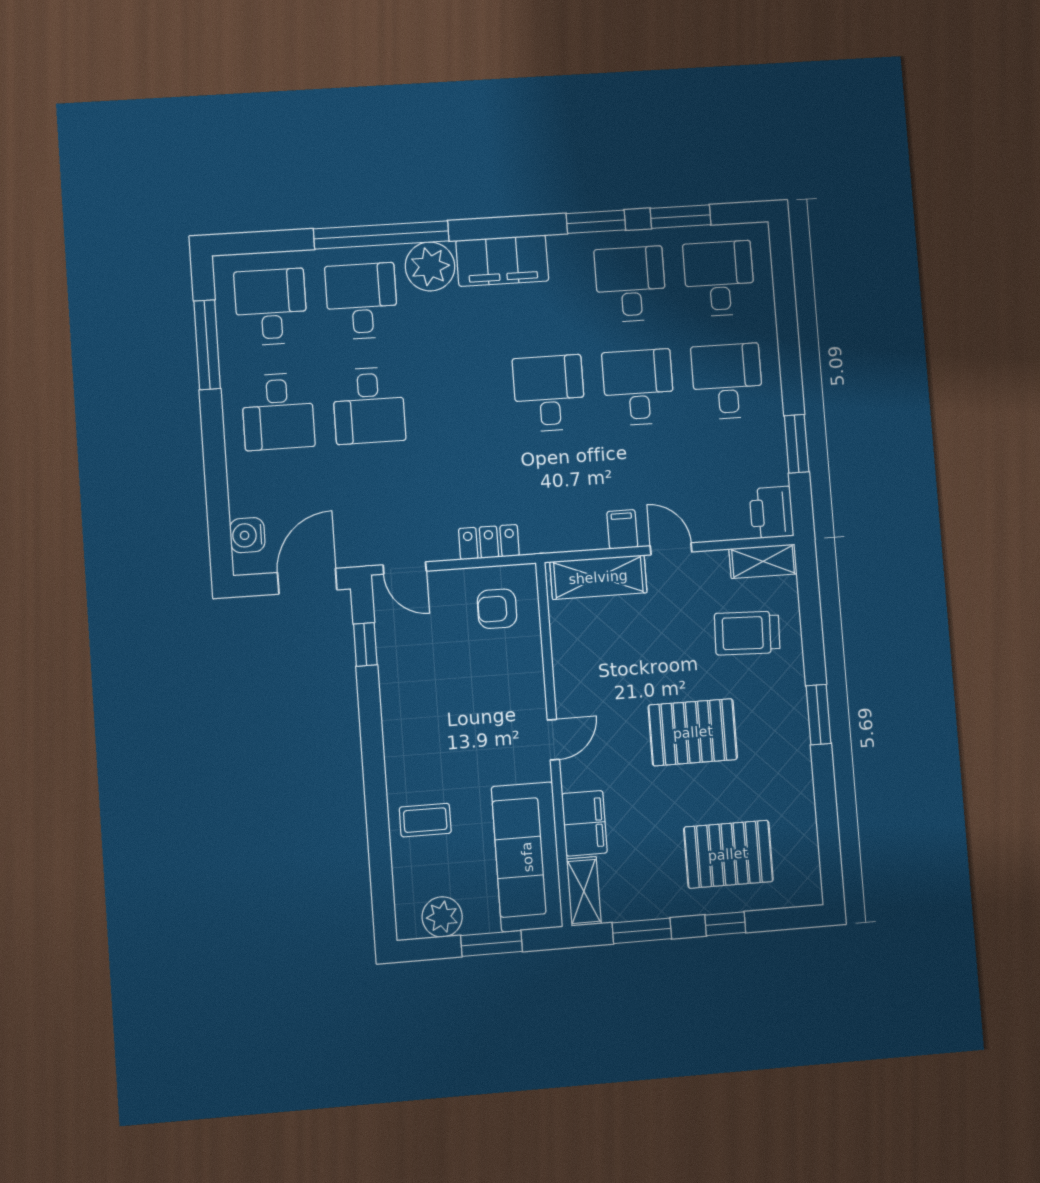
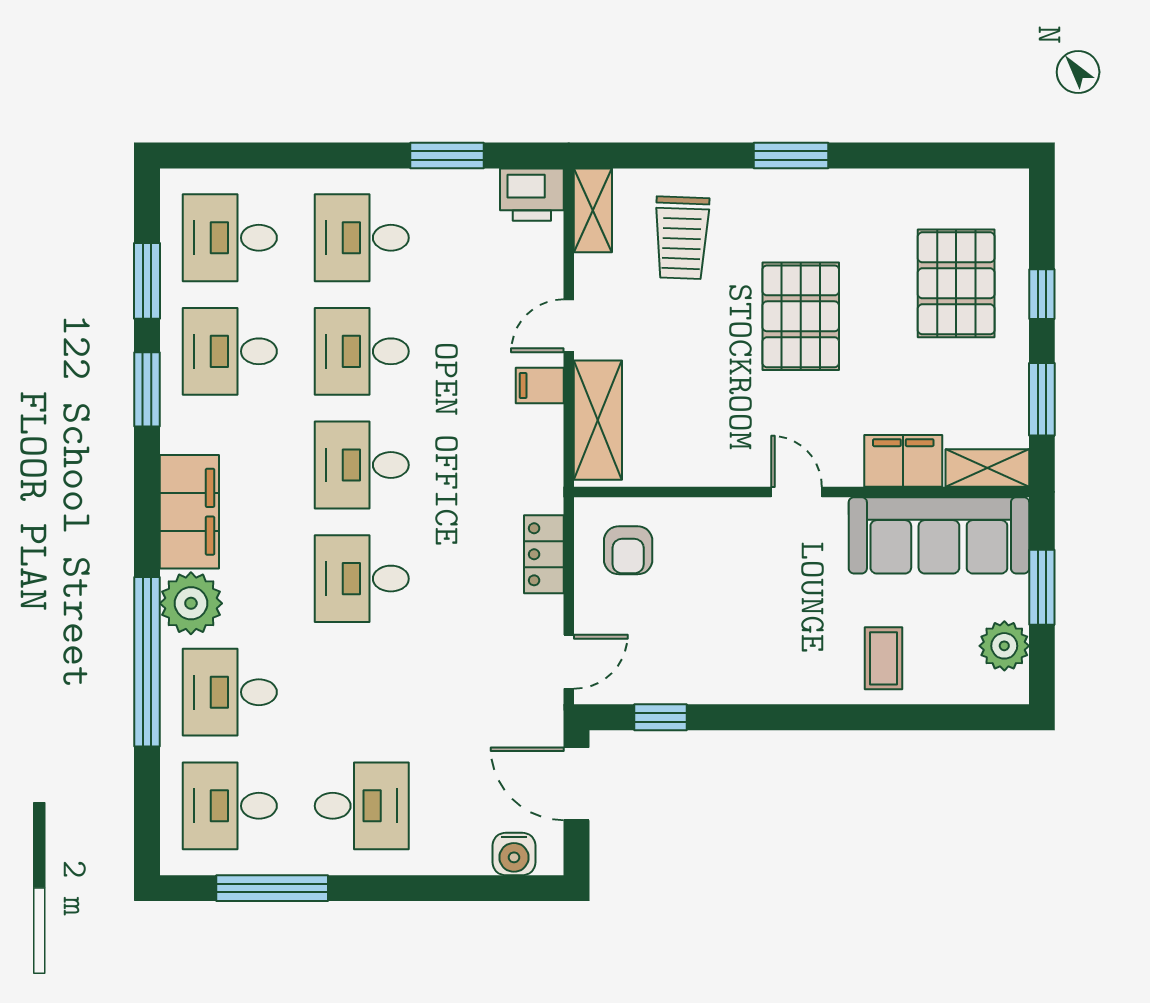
desk: (369, 405) -> (362, 579), moved, turned 180

